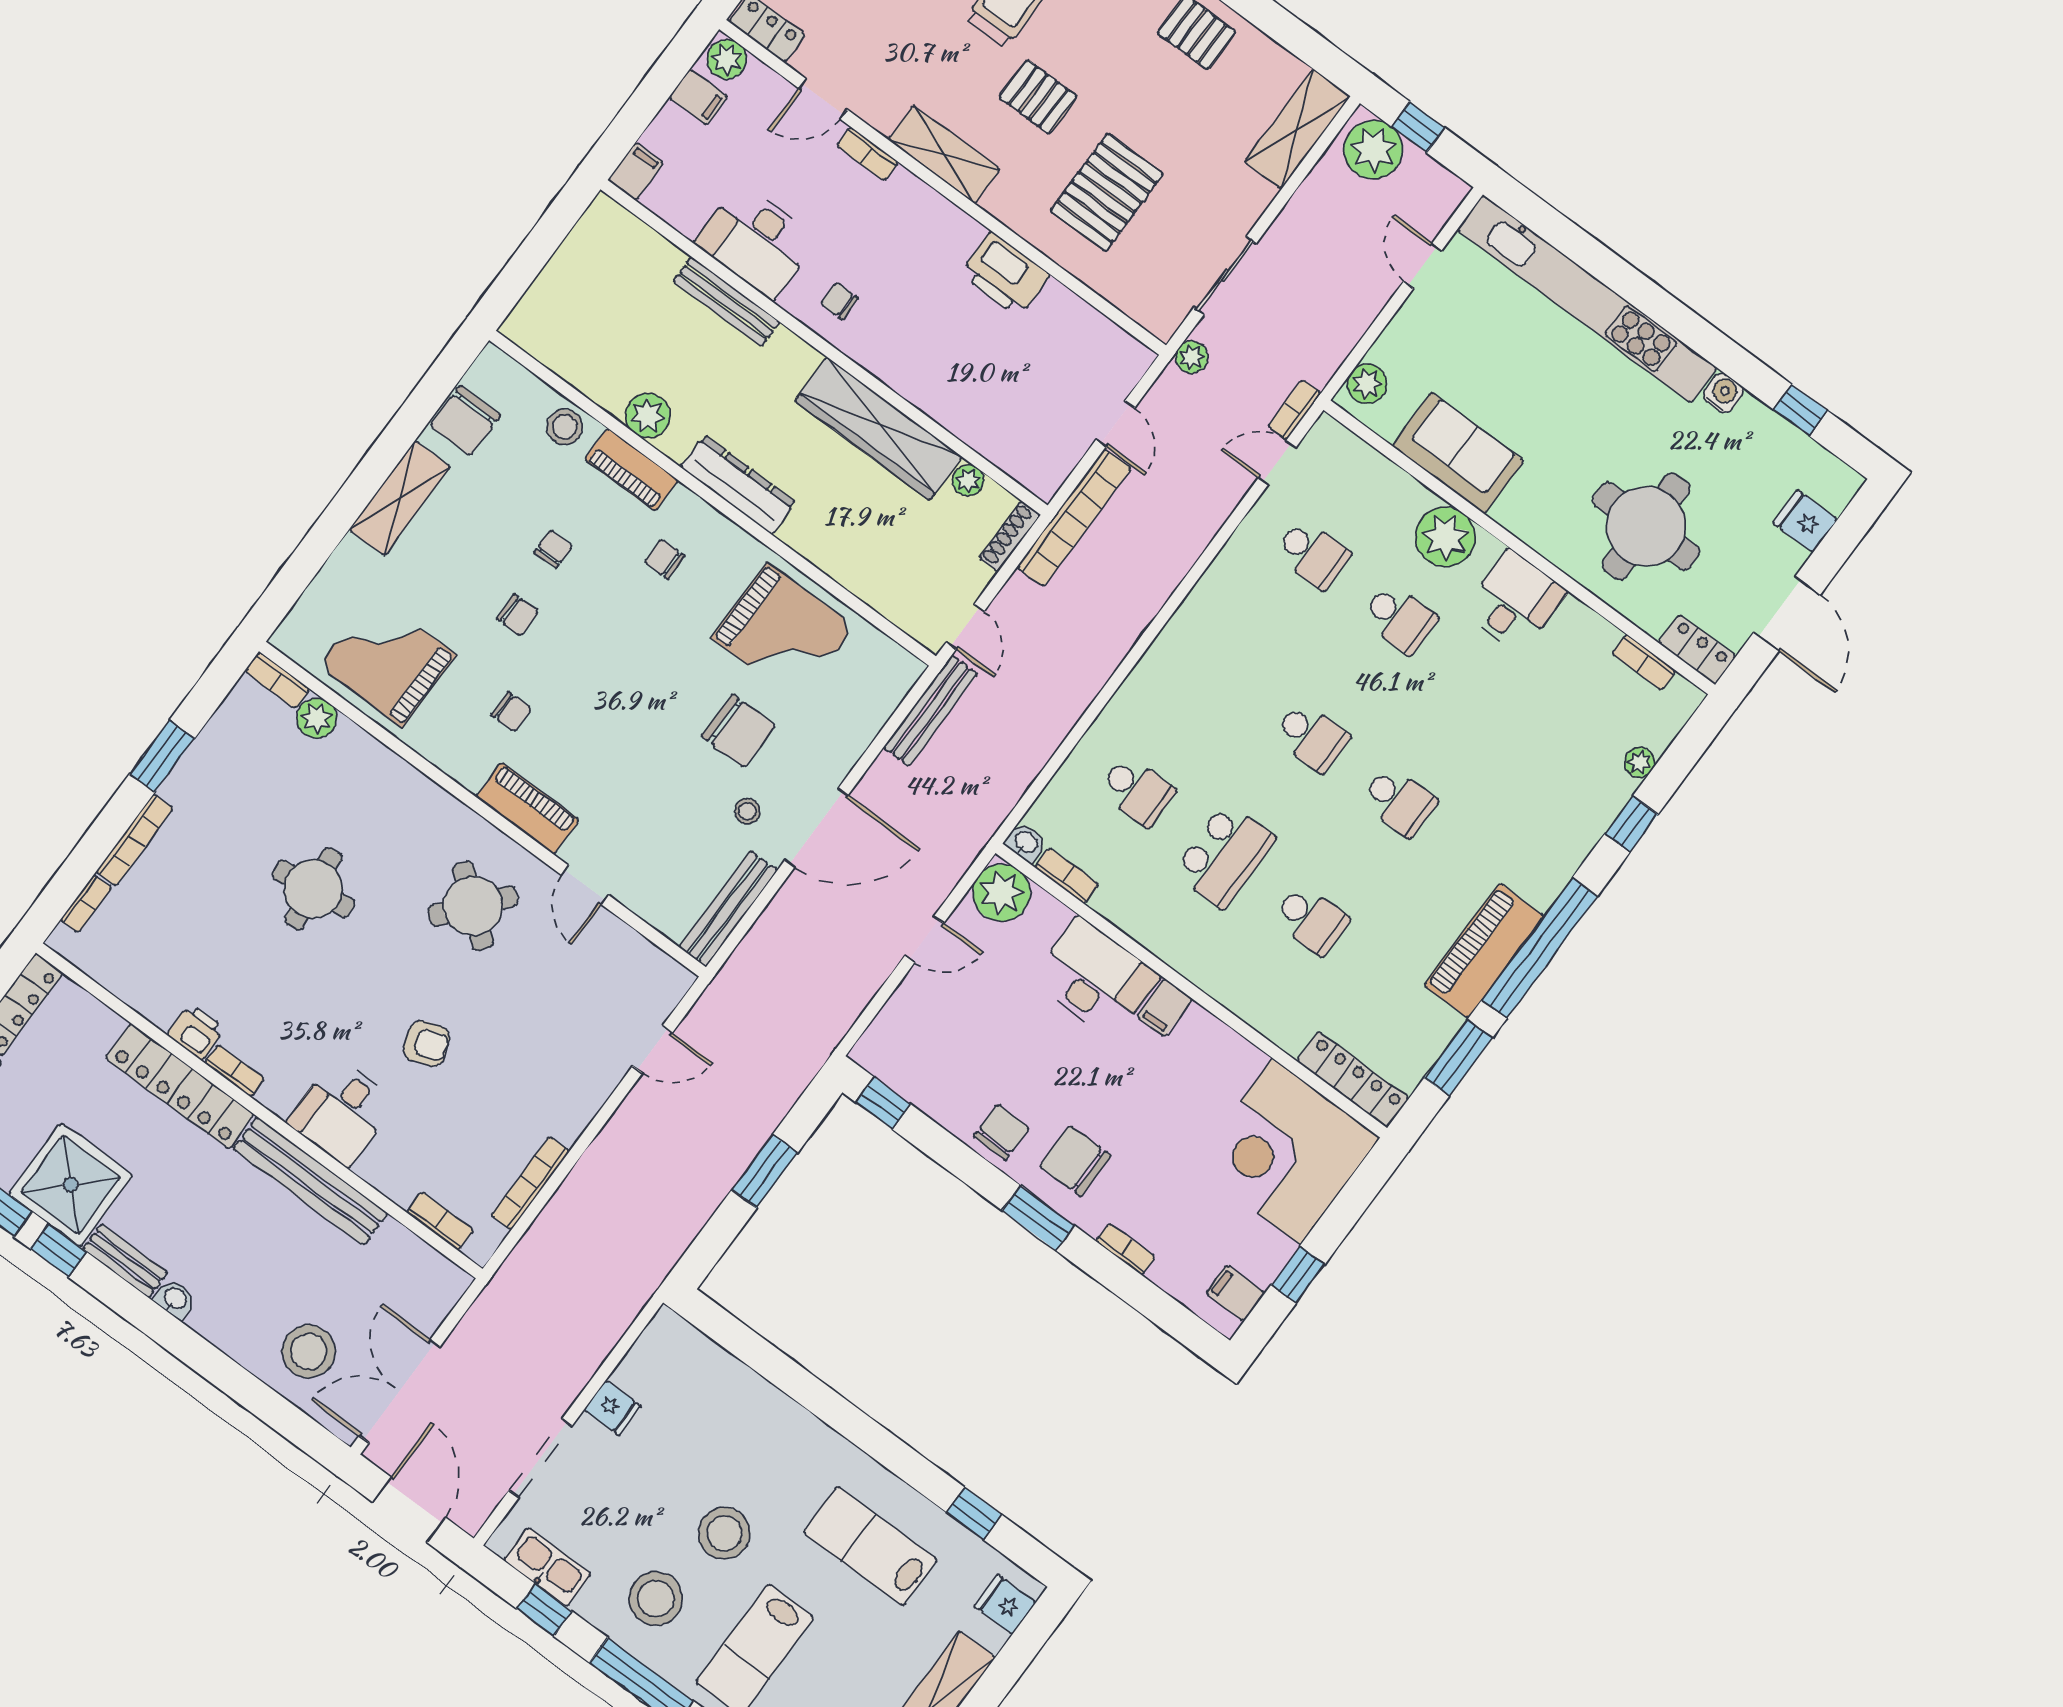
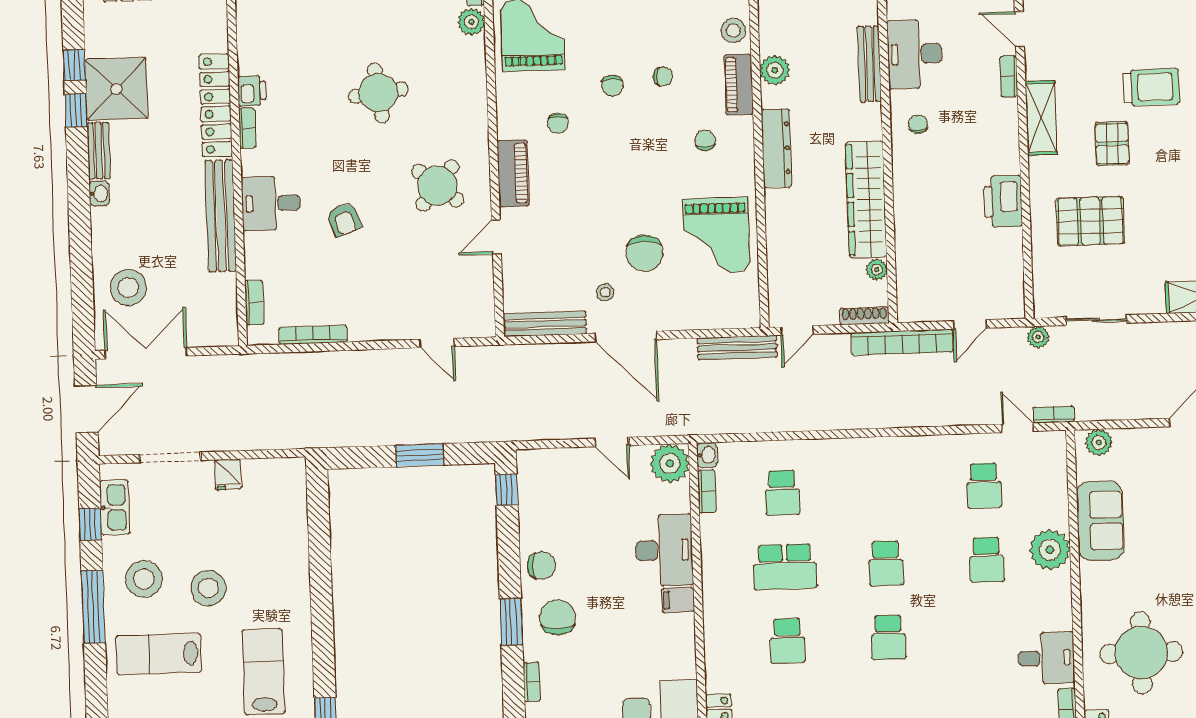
desk: (1515, 601) -> (1046, 658), moved

